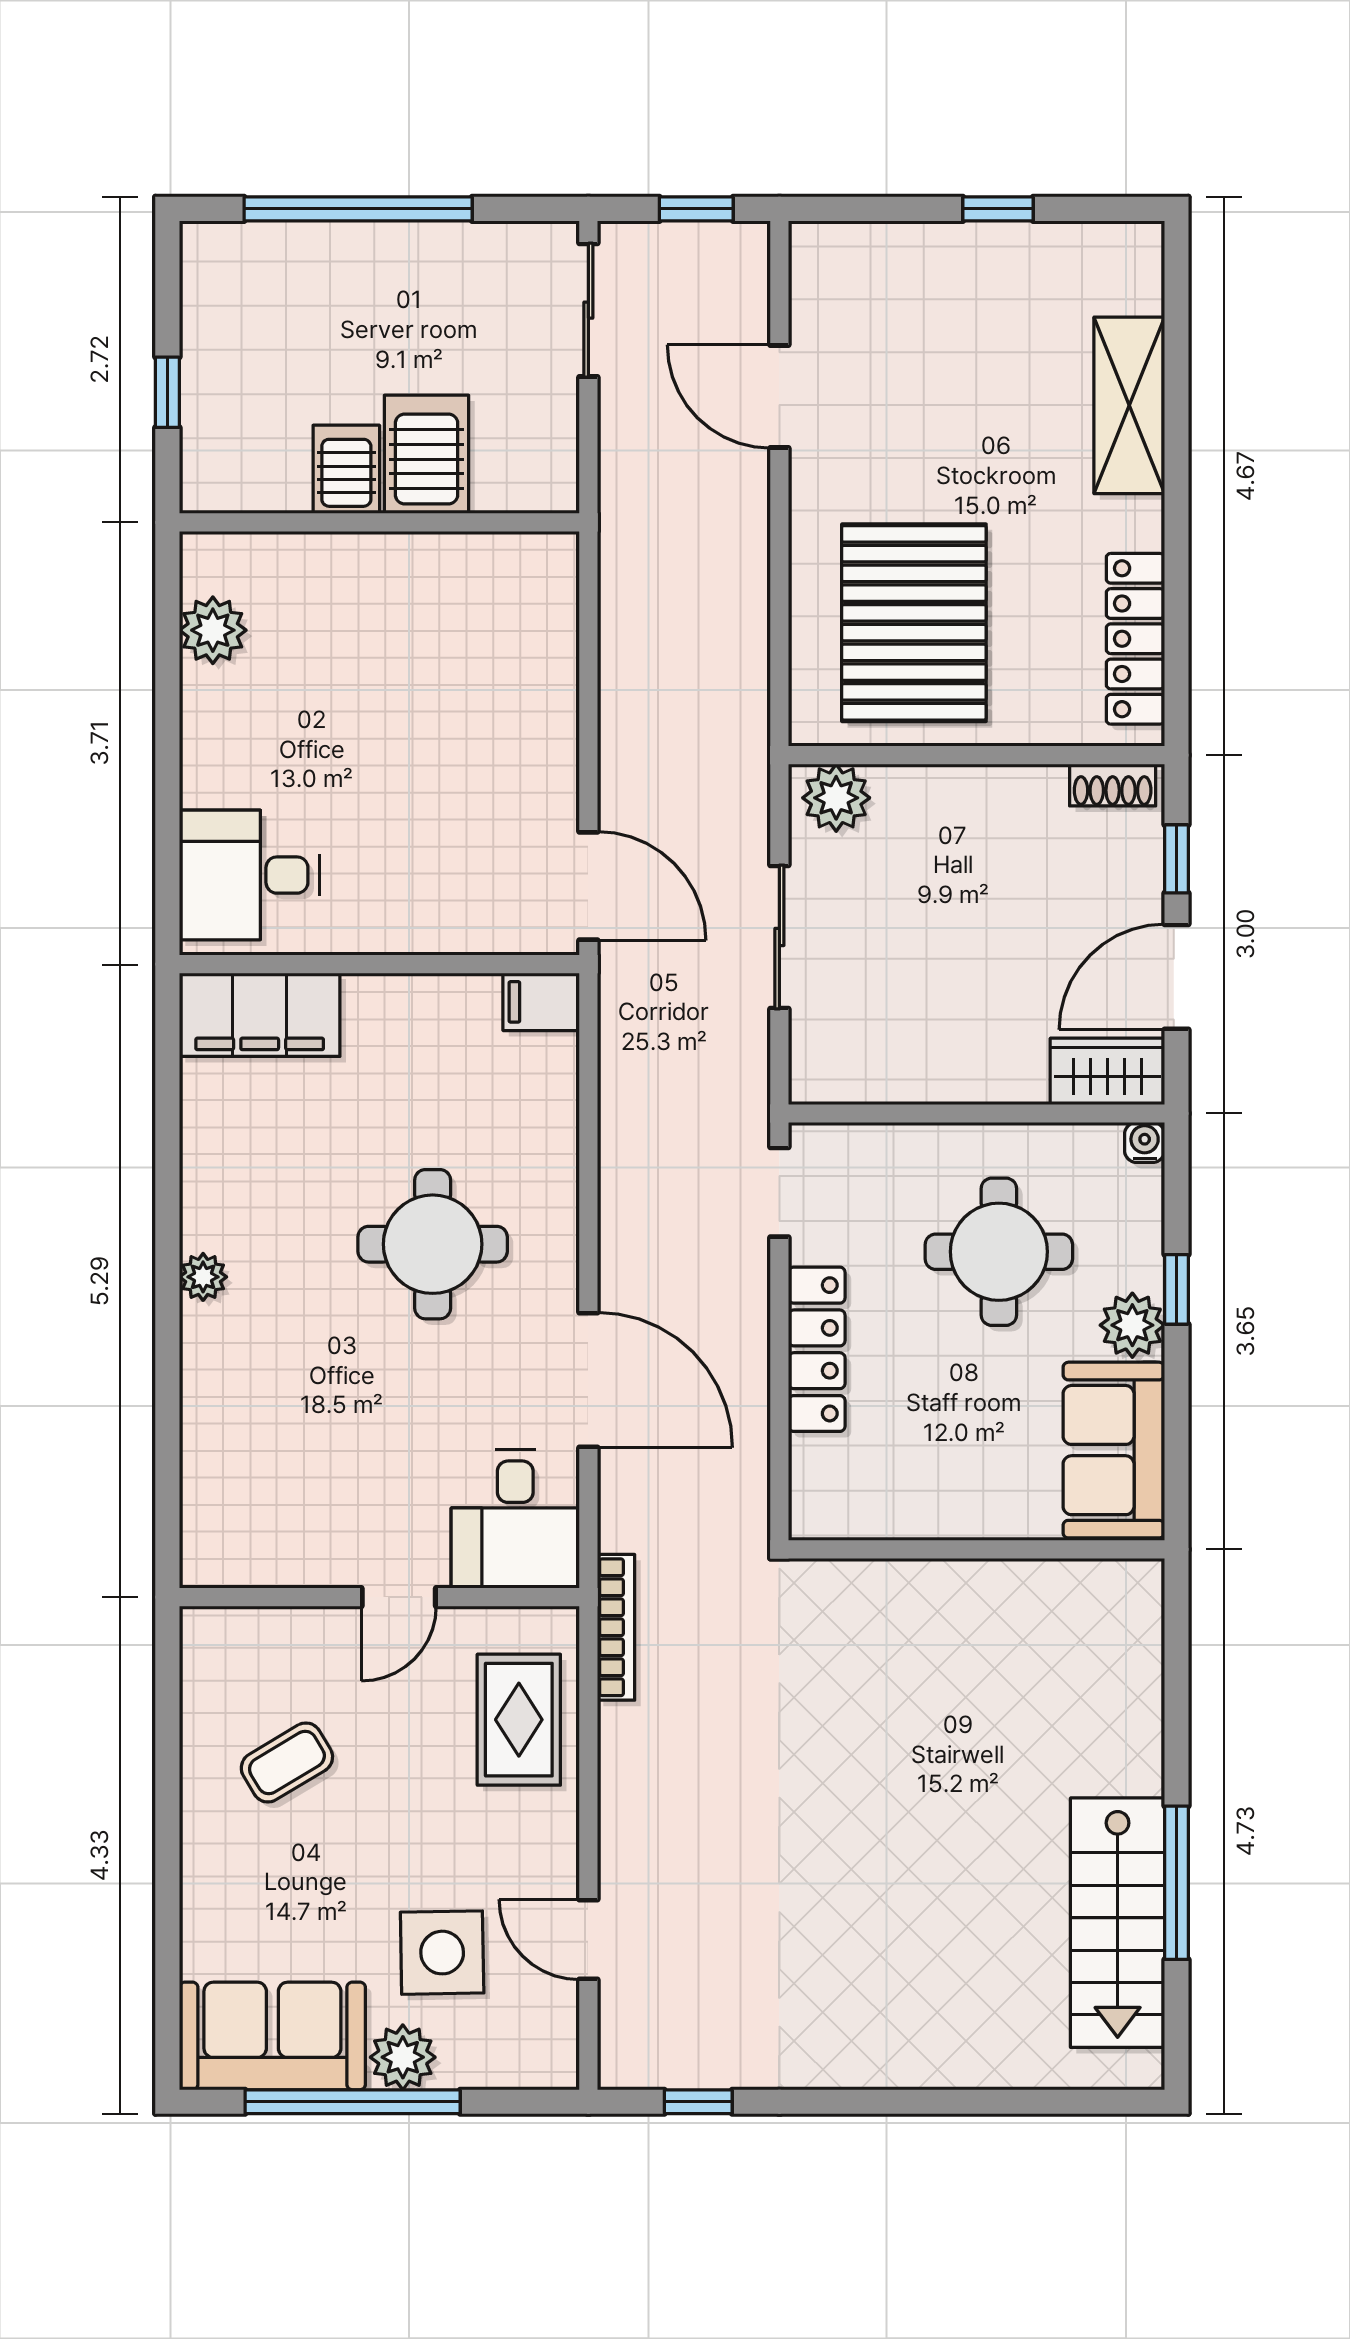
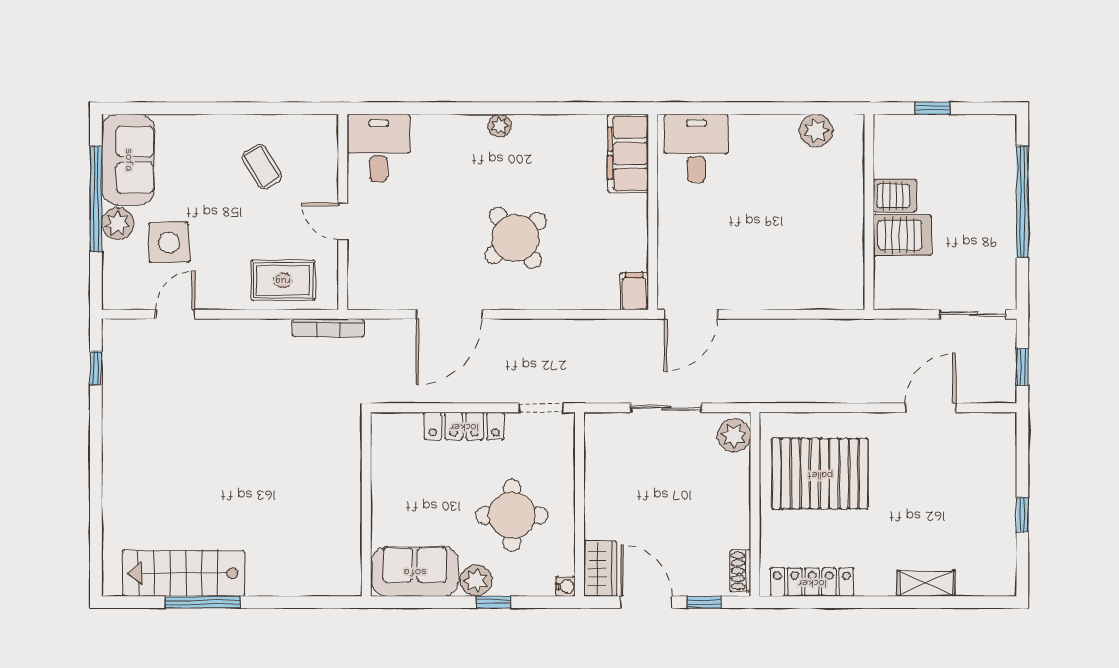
shelving: (1129, 405) -> (926, 583), width x0.67, depth x0.75
round table: (433, 1244) -> (516, 238), turned -38
desk: (515, 1519) -> (379, 148), moved, turned 90

